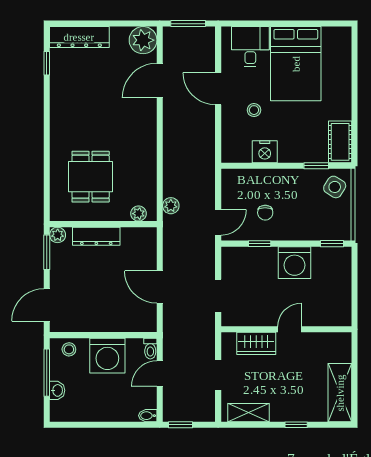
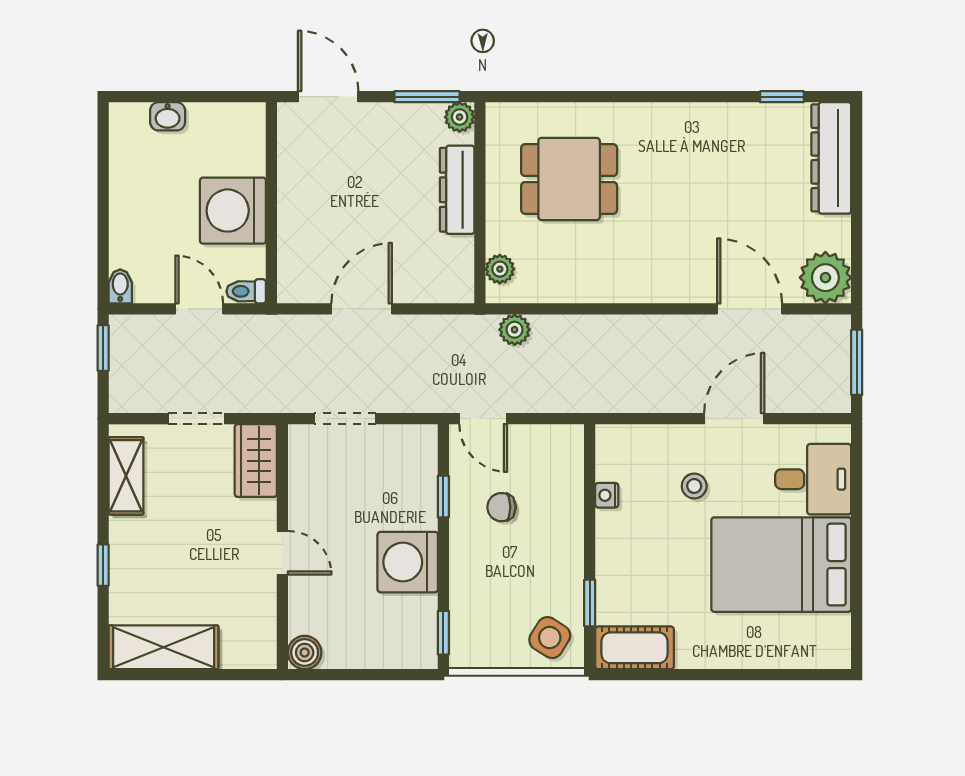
nightstand: (265, 152) -> (607, 495), width x0.53, depth x0.56
boiler: (343, 317) -> (305, 652), added
wardrobe: (256, 343) -> (256, 461), moved
stool: (69, 349) -> (245, 138), removed
window: (47, 373) -> (201, 97), removed

